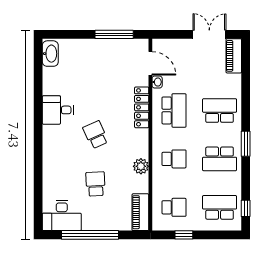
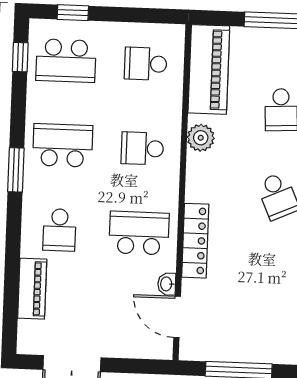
piano: (234, 56) -> (32, 289), moved
school desk: (174, 110) -> (139, 233), turned 90
school desk: (220, 110) -> (59, 230), width x0.54
piano: (140, 212) -> (209, 69), width x1.37, depth x1.33
window: (184, 235) -> (73, 13), moved

